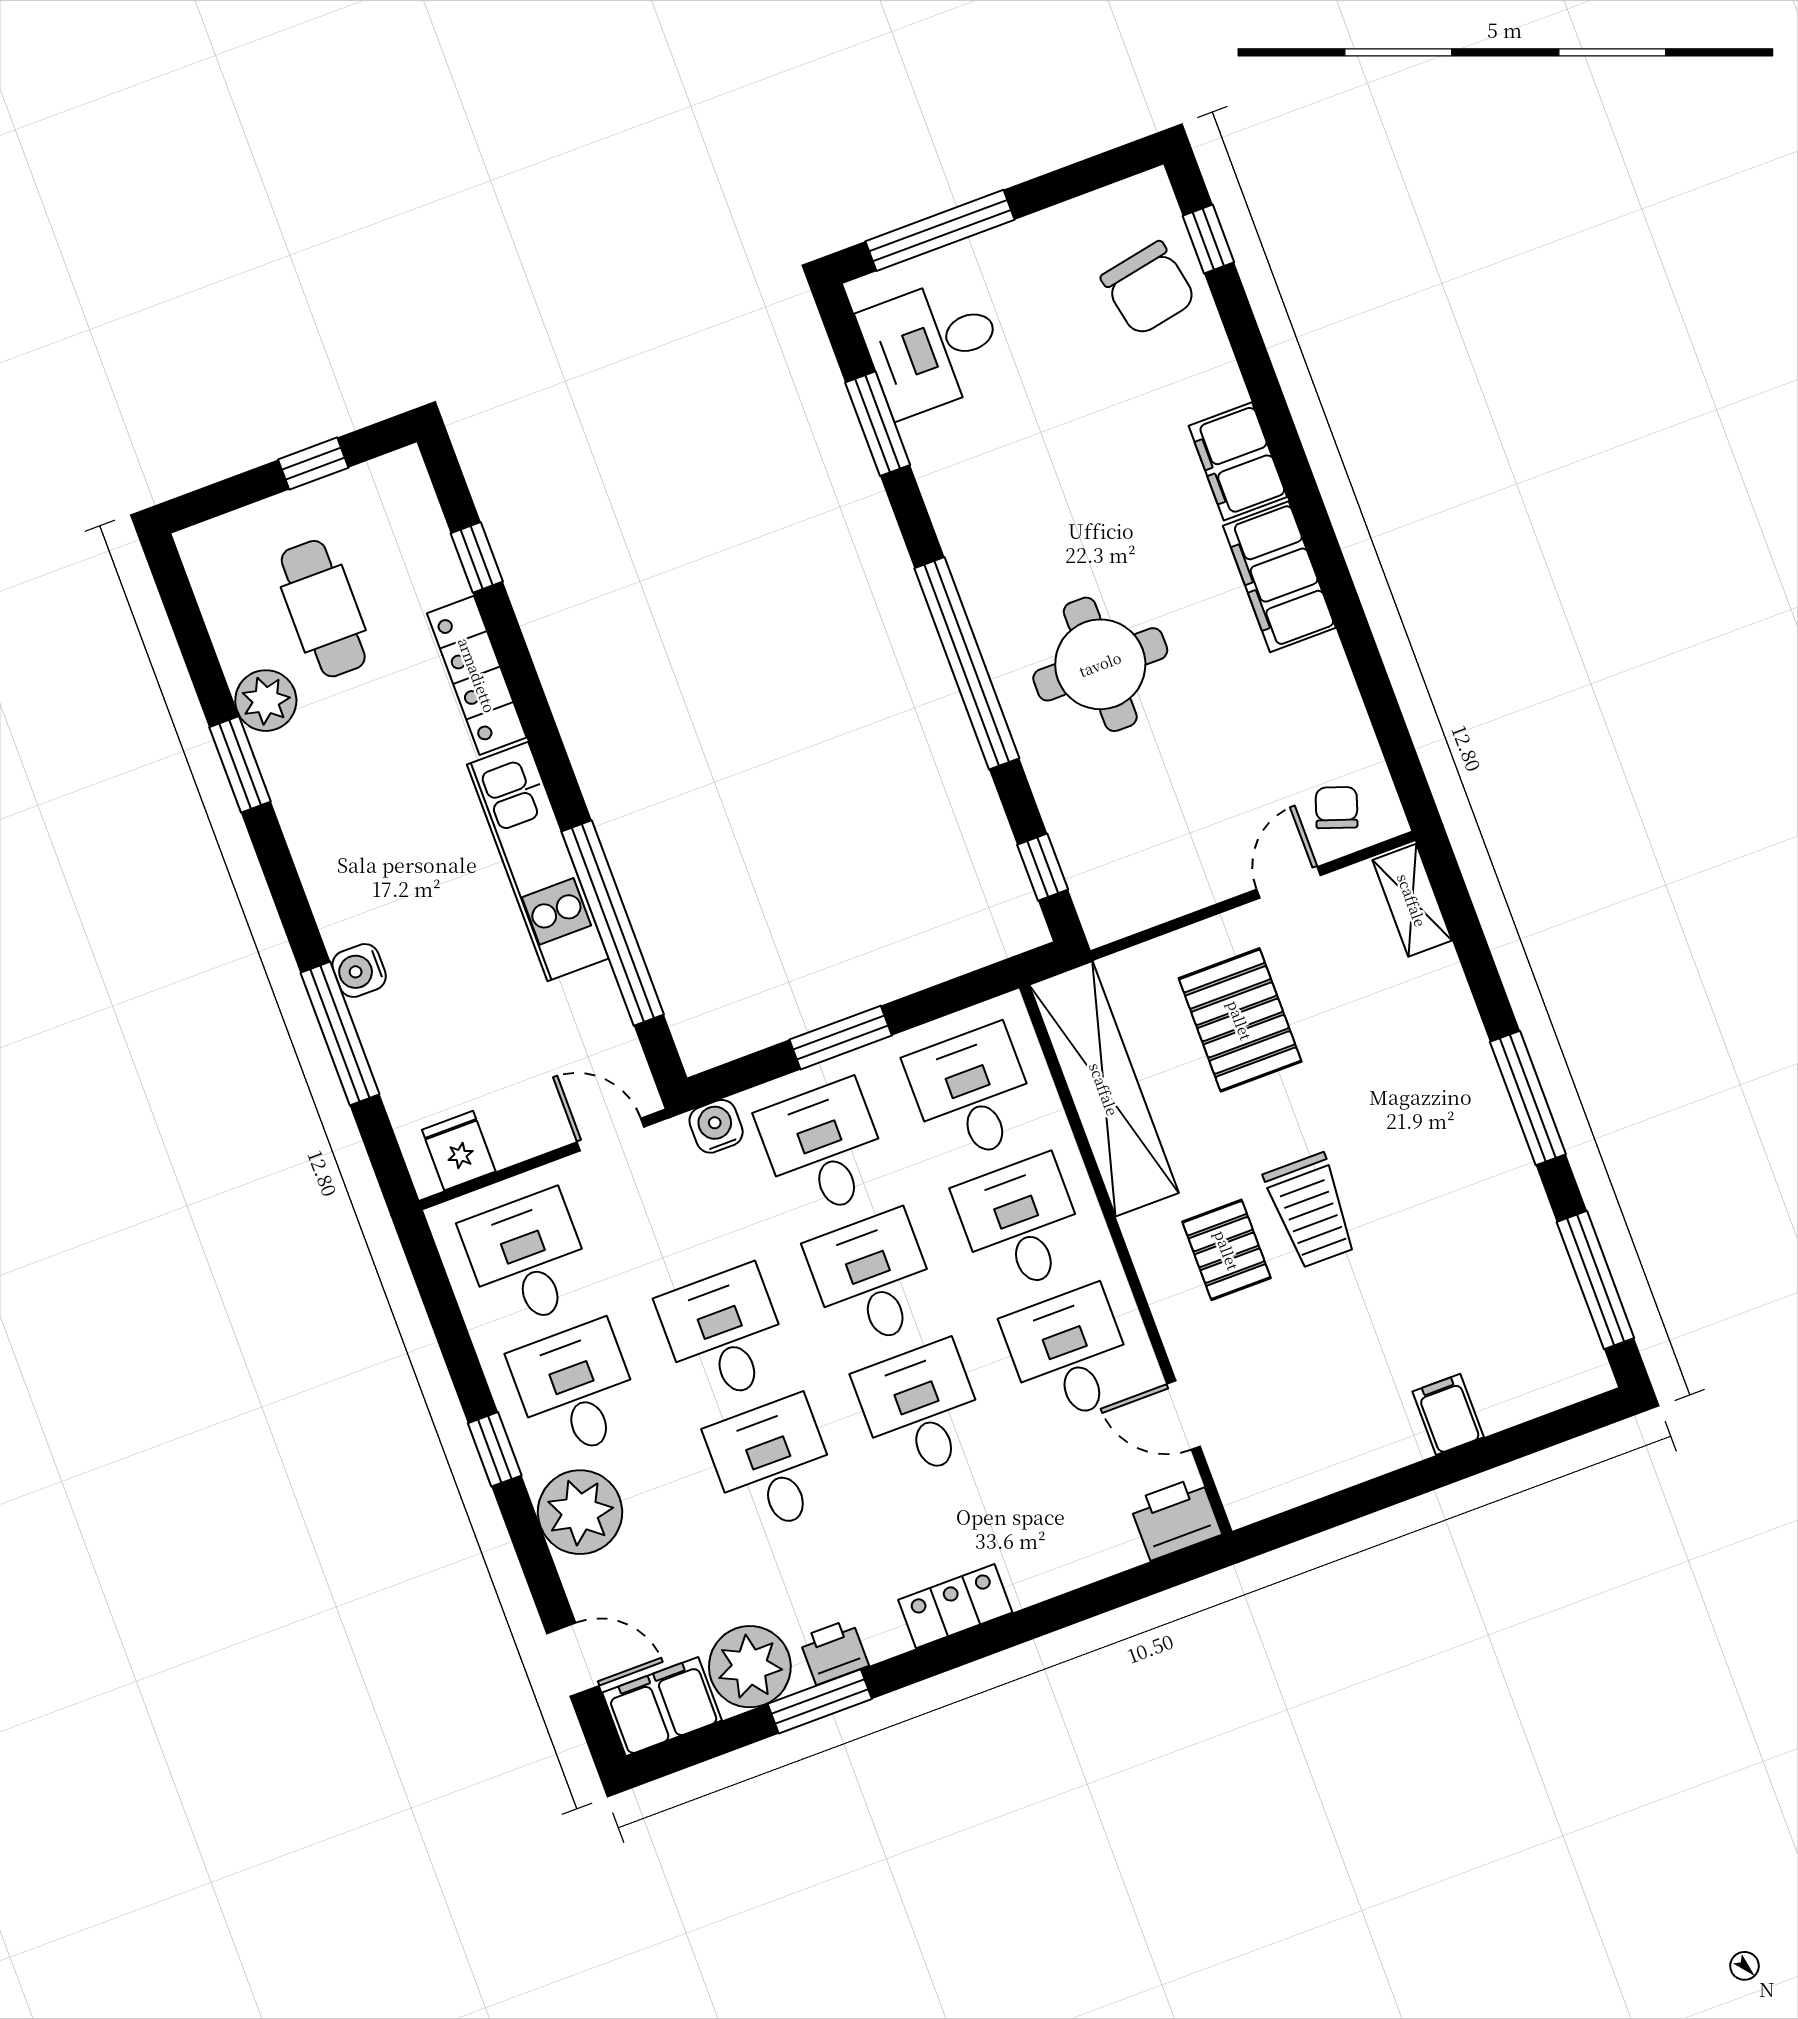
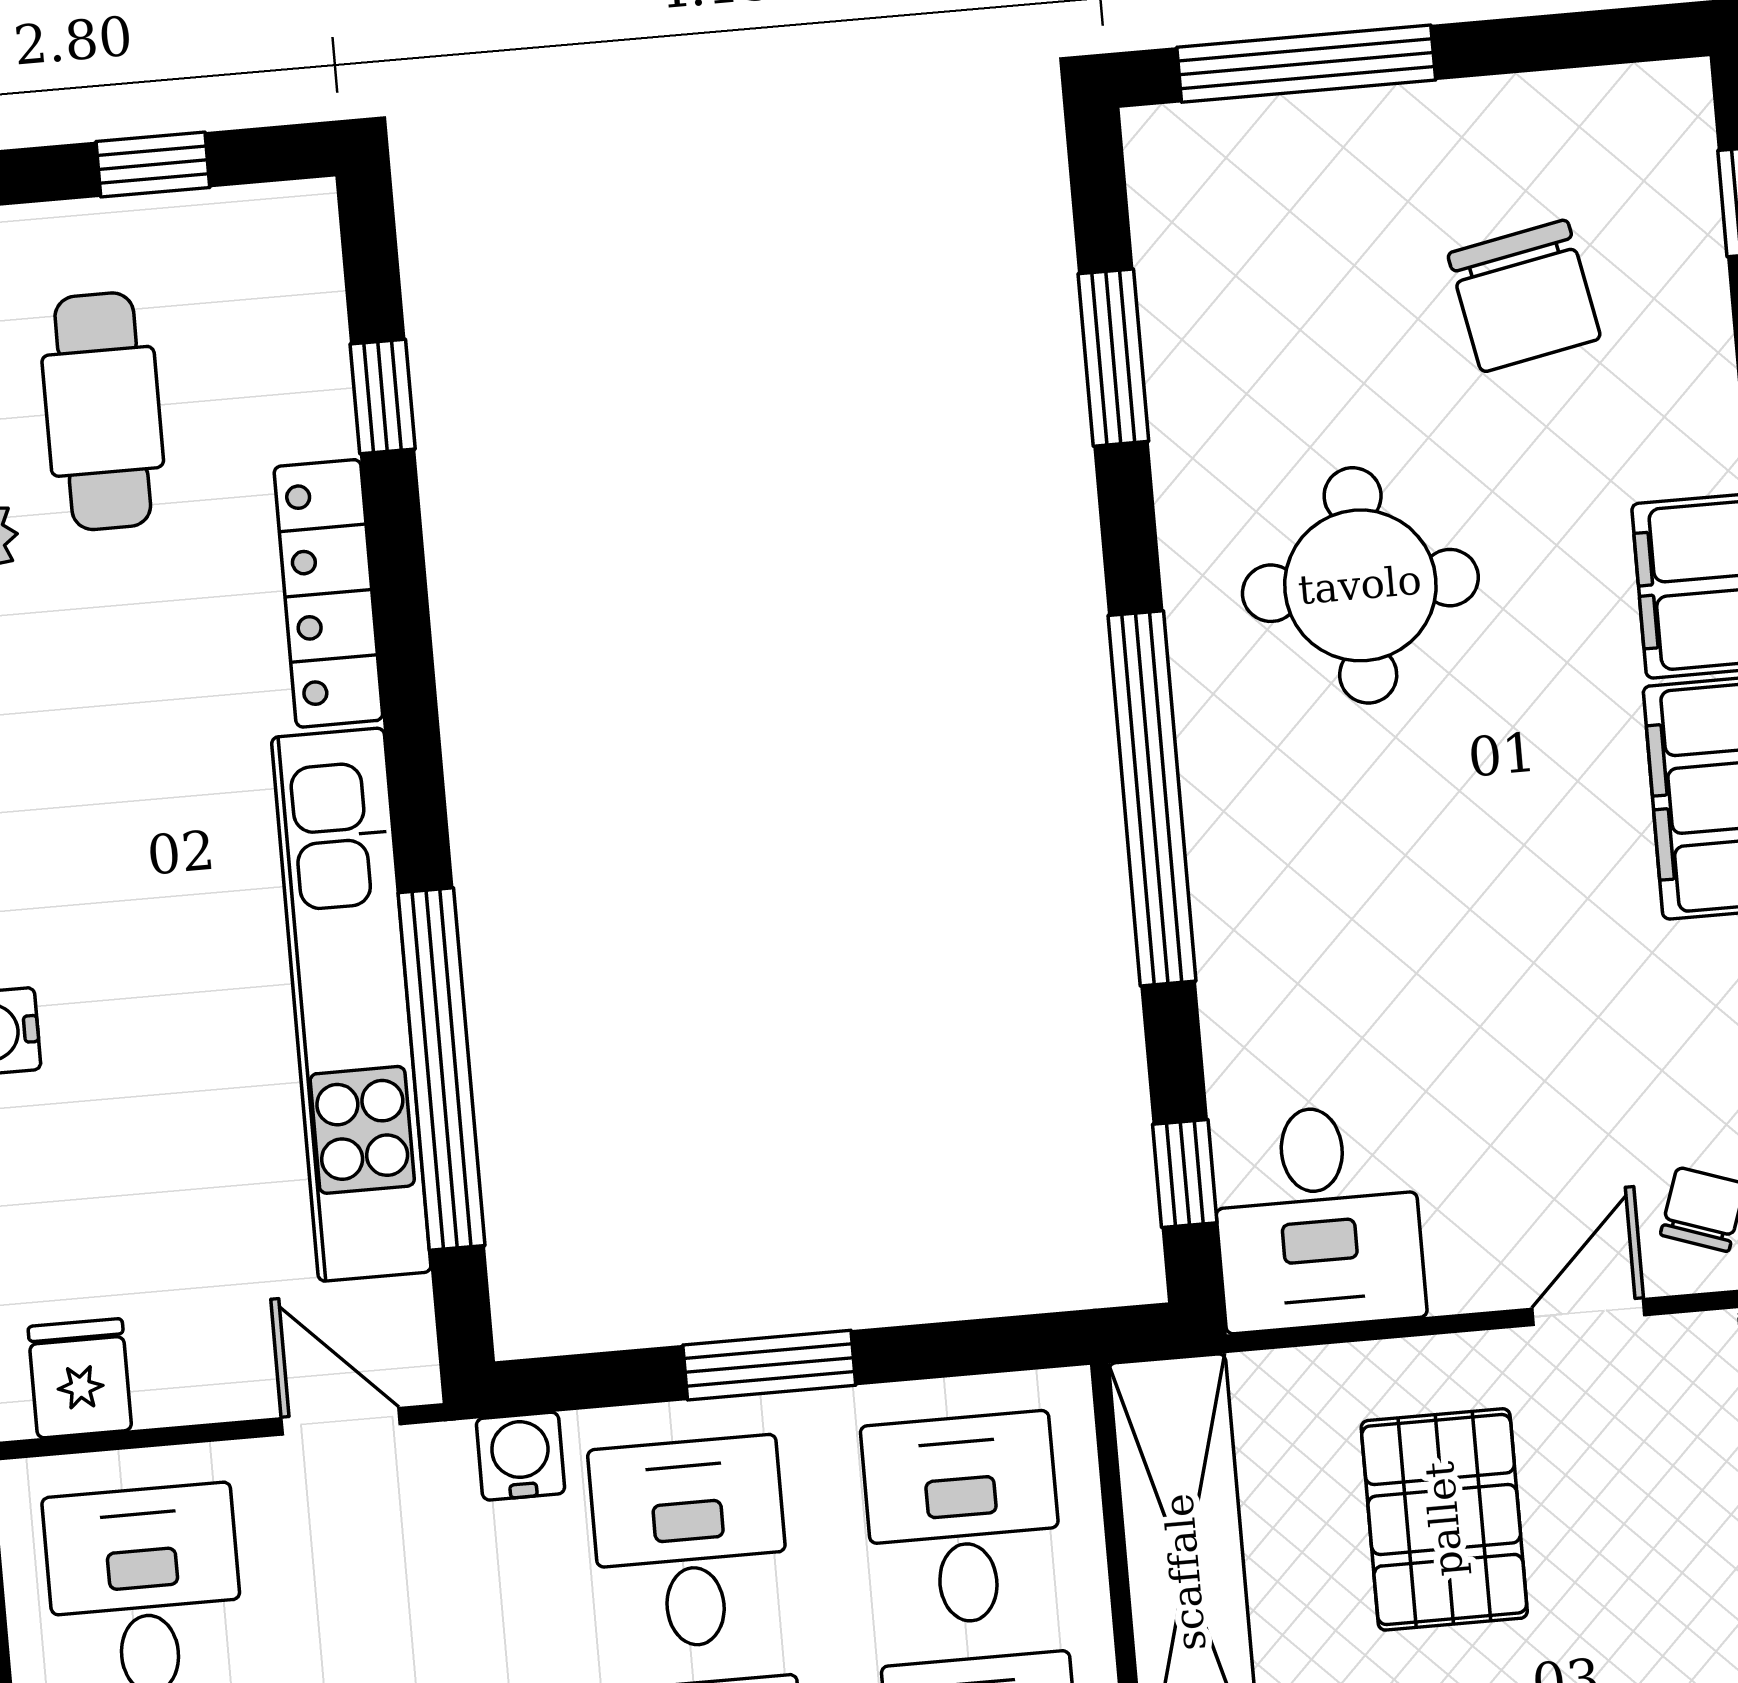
chair: (1149, 289) -> (1524, 296), moved
desk: (933, 346) -> (1318, 1217), moved, turned -90
round table: (1100, 664) -> (1360, 585), moved
kitchen unit: (538, 861) -> (351, 1005), width x1.36

